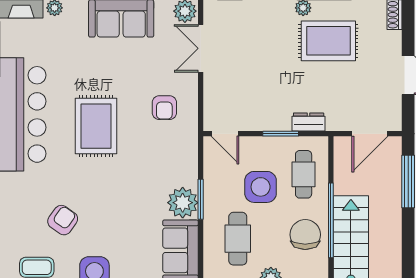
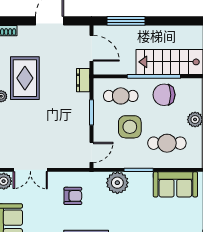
dresser: (309, 122) -> (83, 80), moved
plant: (183, 203) -> (117, 183), moved

